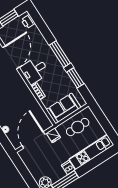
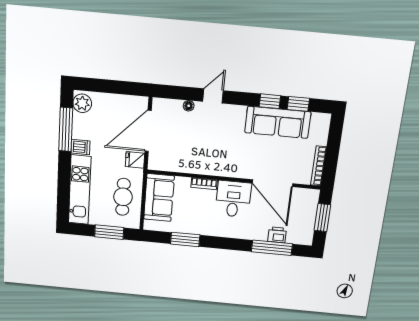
printer: (28, 22) -> (277, 235), moved
window: (60, 54) -> (272, 248), moved
window: (103, 120) -> (109, 232), added
door: (33, 140) -> (148, 131), swing flipped

